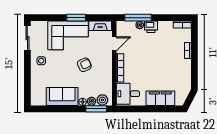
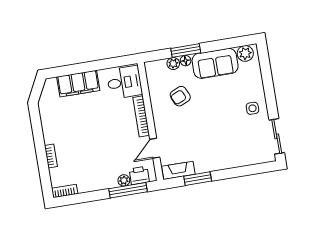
window: (76, 18) -> (198, 179), moved
printer: (151, 27) -> (139, 175), moved
corner sofa: (68, 35) -> (221, 150), removed
armchair: (84, 65) -> (180, 96), moved
plant: (102, 100) -> (245, 53), moved
window: (96, 109) -> (186, 51), moved

